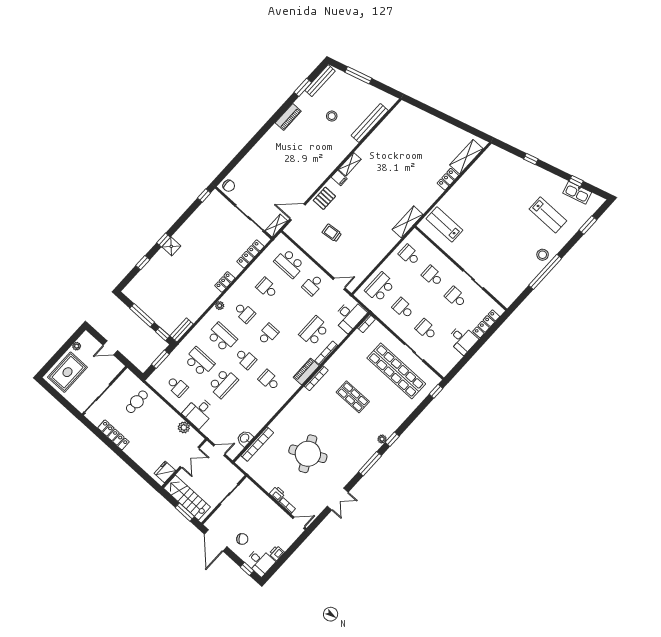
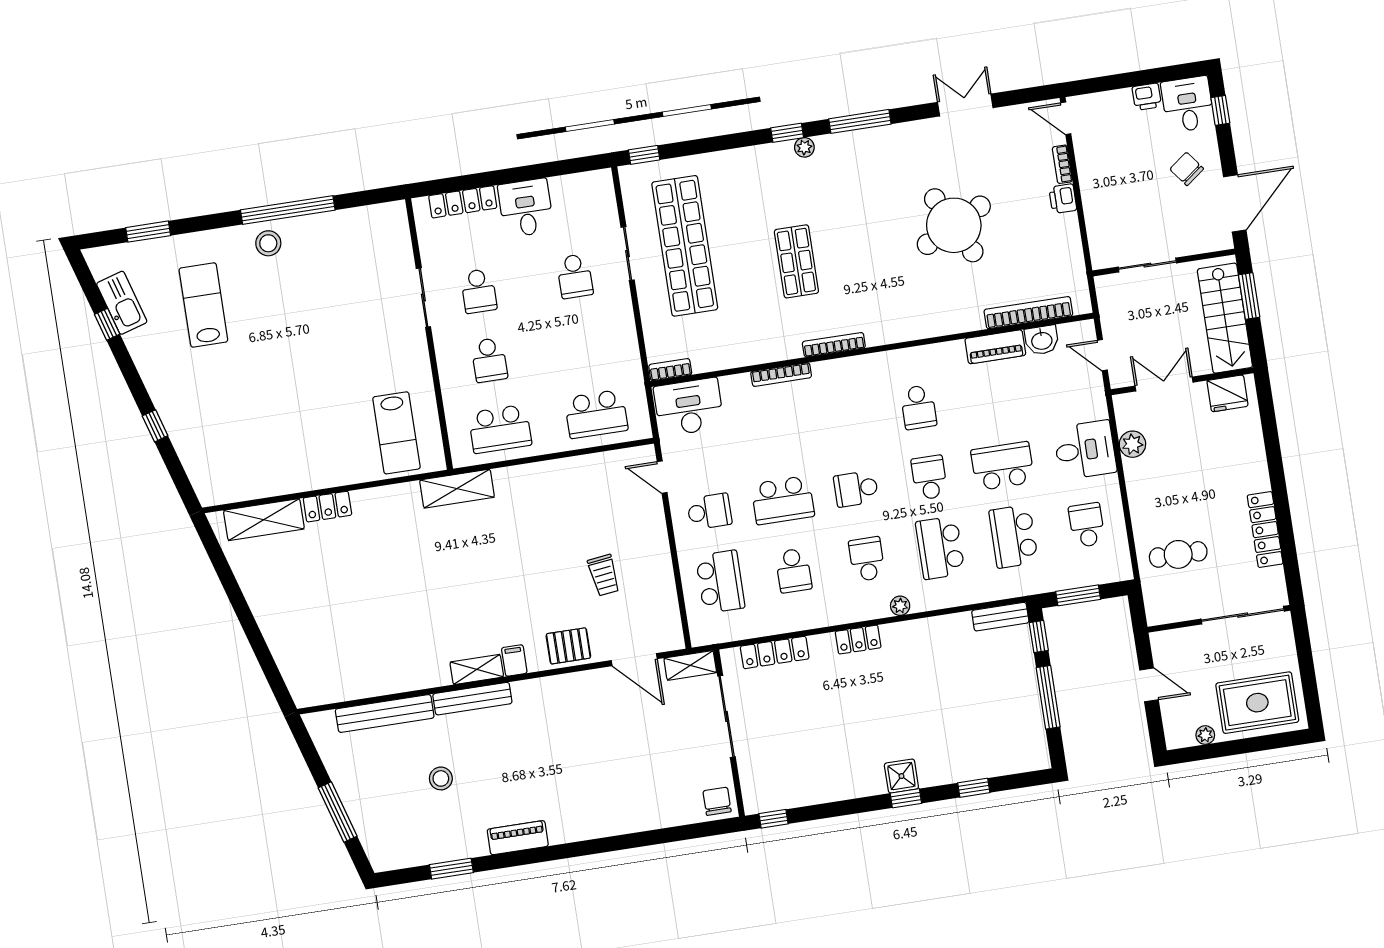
bench: (320, 81) -> (472, 699), moved
school desk: (409, 255) -> (500, 429), width x1.85
school desk: (403, 308) -> (586, 345), removed
school desk: (314, 331) -> (783, 500), moved
piano: (306, 372) -> (995, 347), moved

